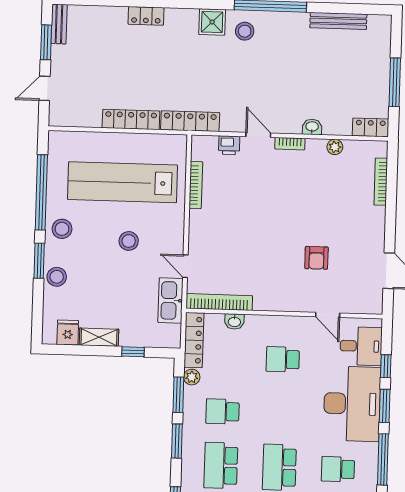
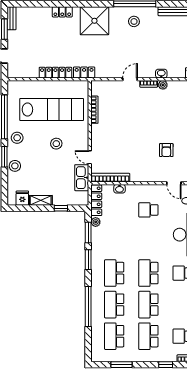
shower: (212, 22) -> (94, 21), width x1.86, depth x1.86
stool: (245, 31) -> (134, 21), moved
locker: (190, 121) -> (84, 72), width x0.66
door: (258, 135) -> (130, 79), hinge flipped
printer: (229, 145) -> (113, 86), removed
plant: (335, 147) -> (163, 85), moved
lab bench: (123, 182) -> (52, 109), turned 180
school desk: (223, 411) -> (114, 242), removed

